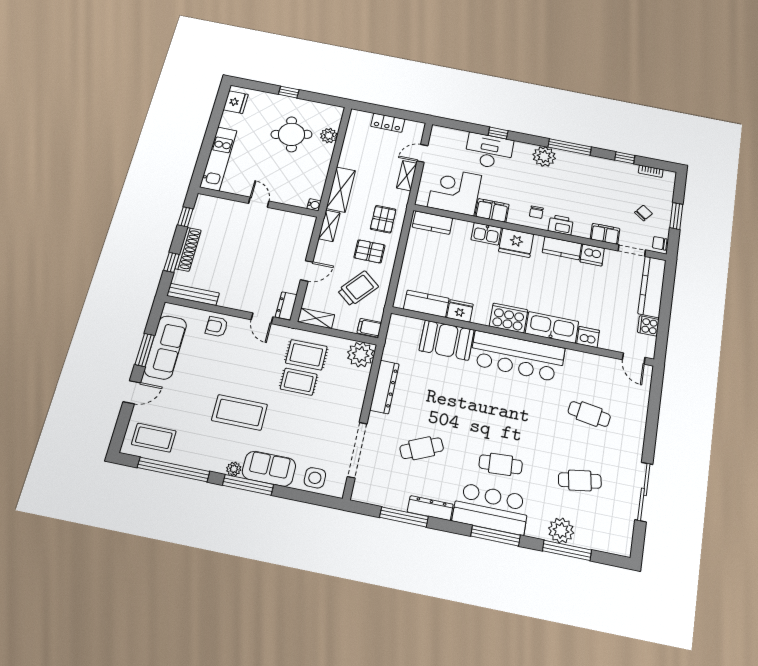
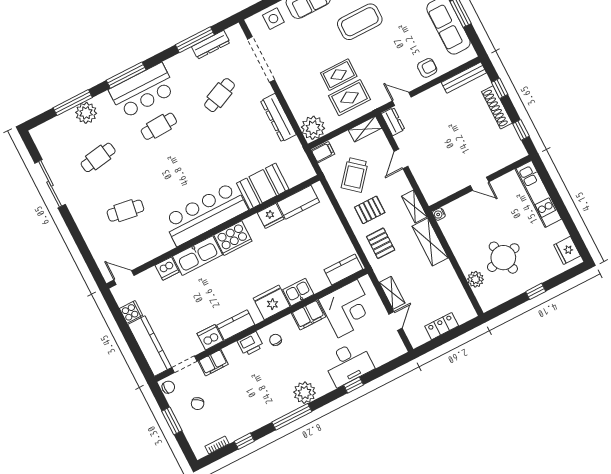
dresser: (430, 508) -> (211, 45), moved

